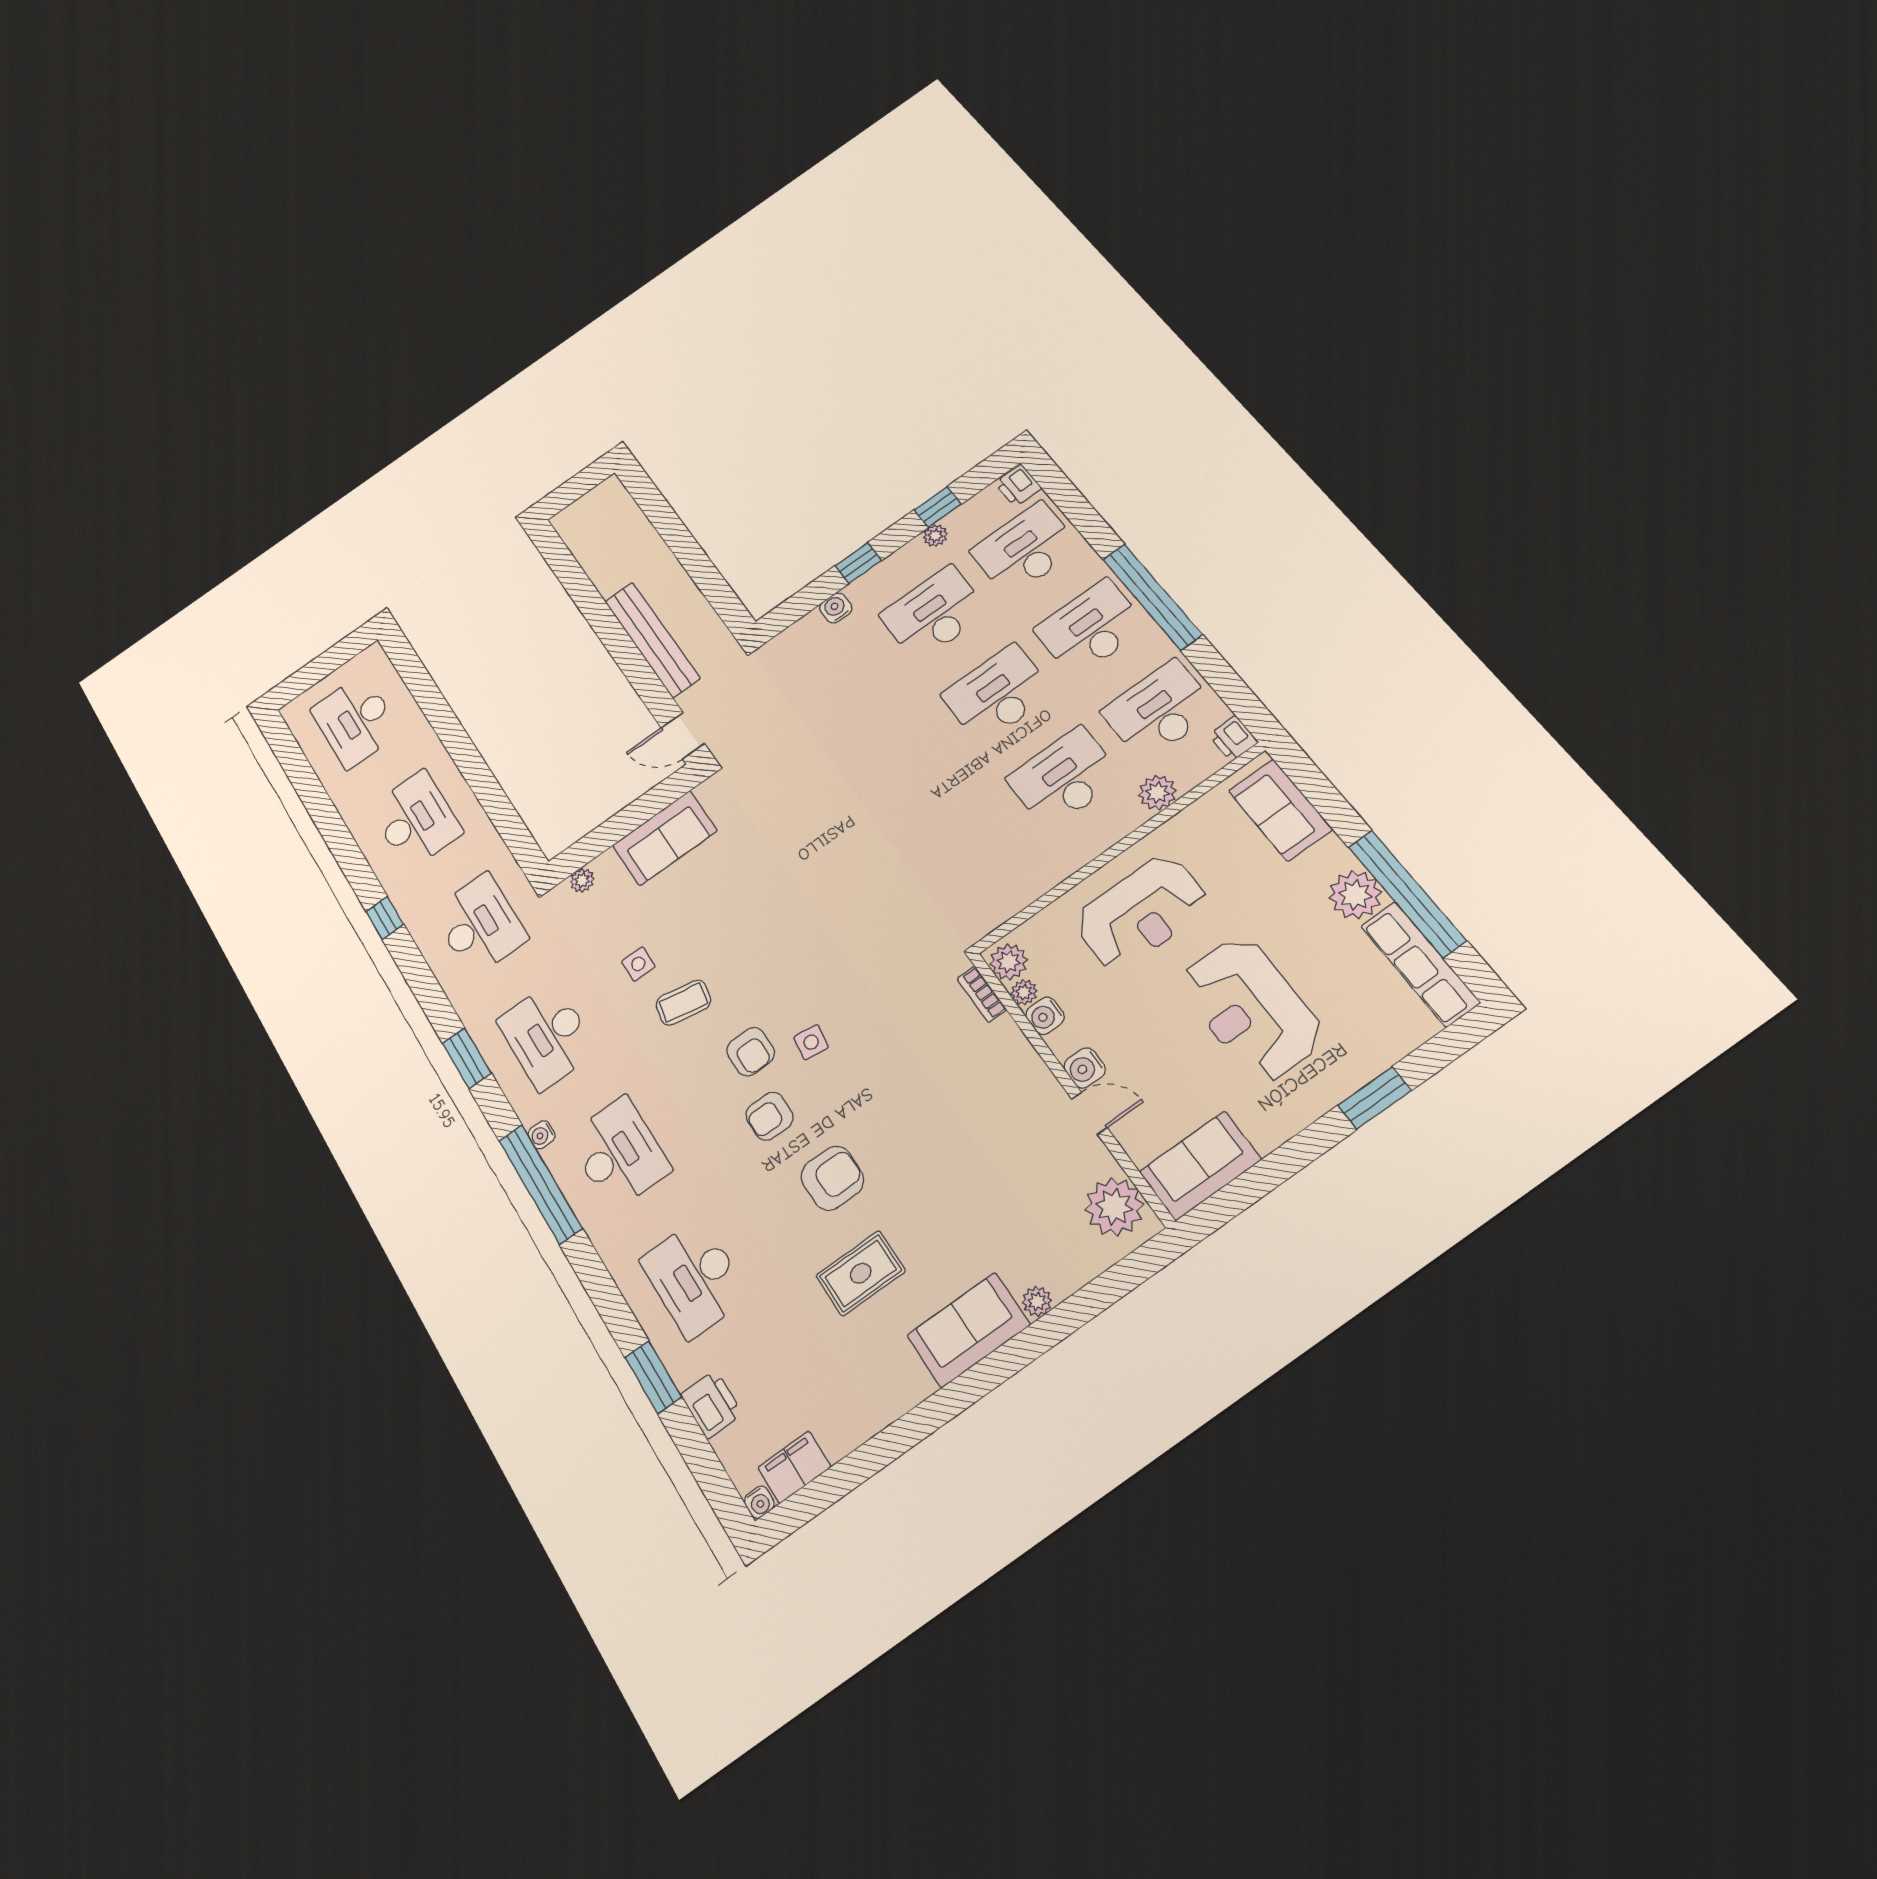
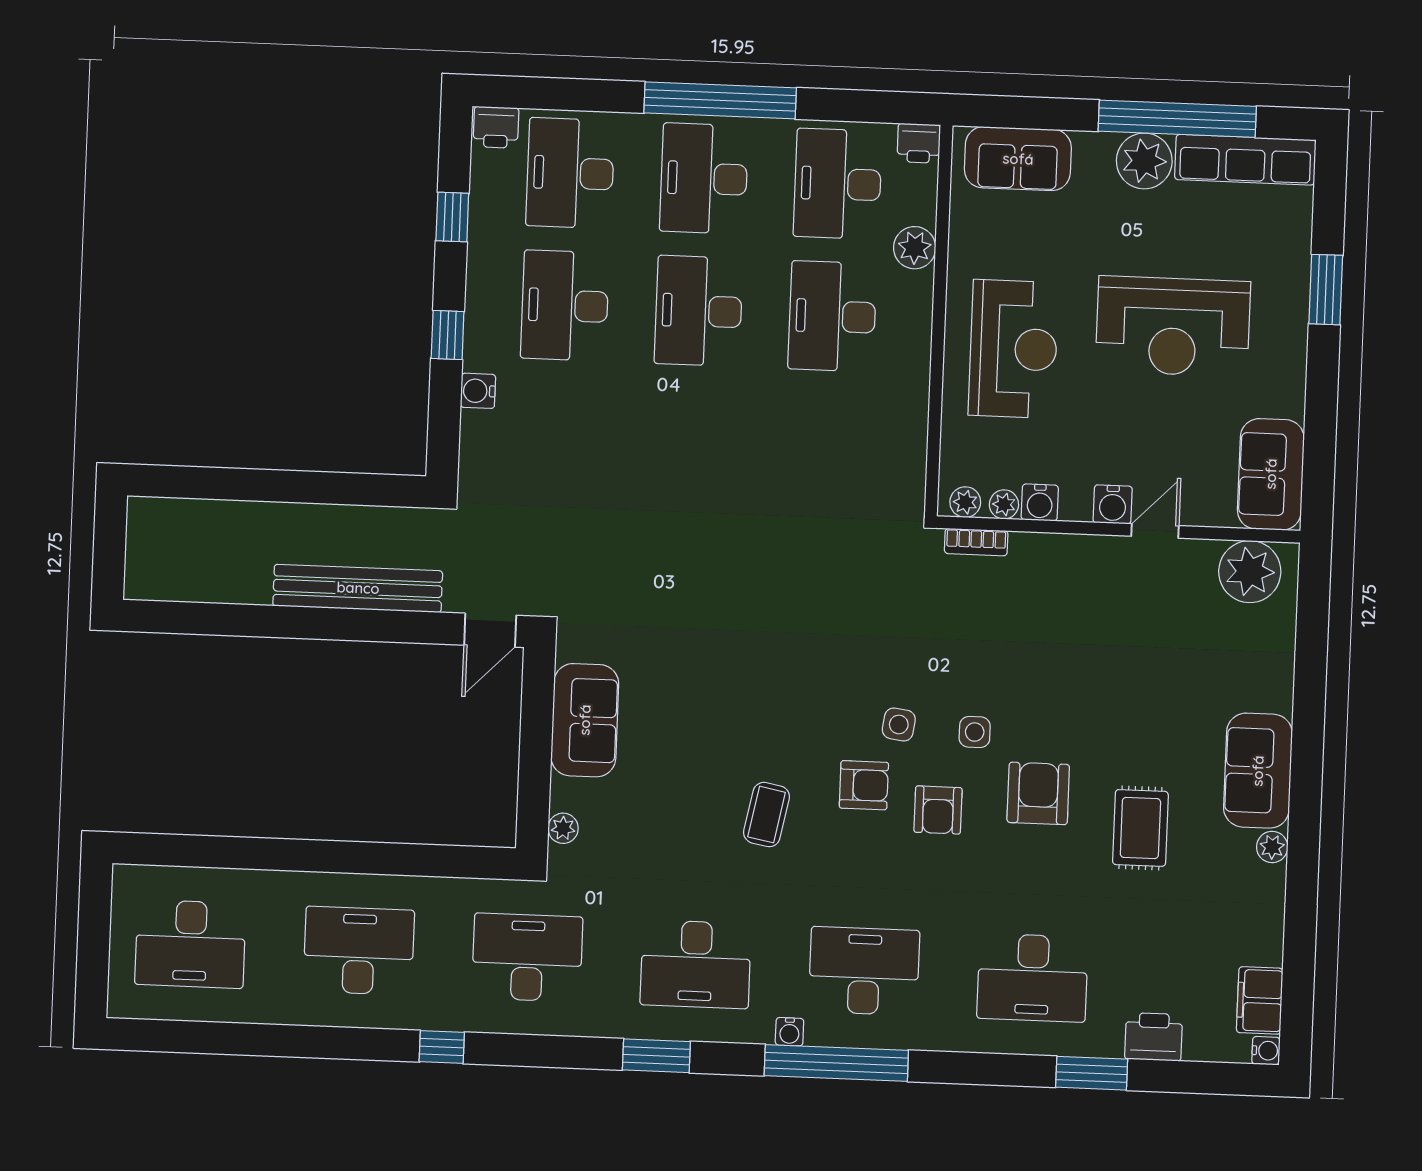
plant: (935, 536) -> (482, 242), removed
plant: (1009, 962) -> (965, 502), width x0.73, depth x0.73
side table: (638, 964) -> (975, 732), moved
plant: (1037, 1302) -> (1272, 847), moved

